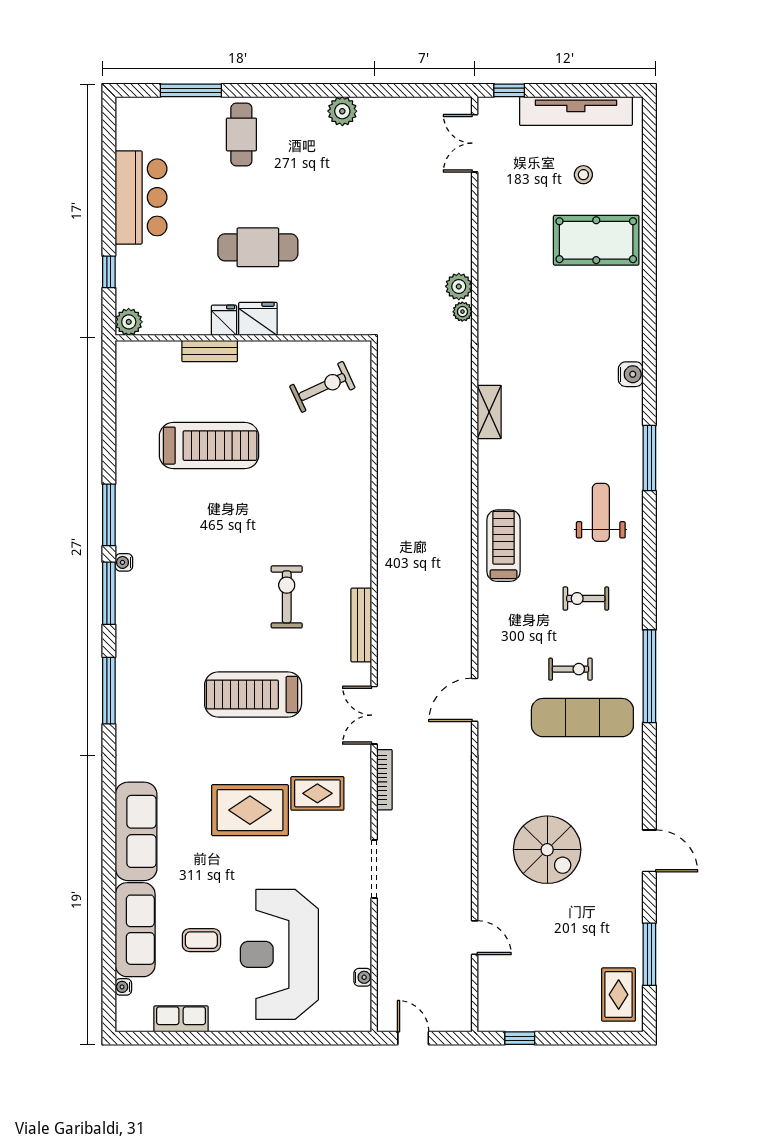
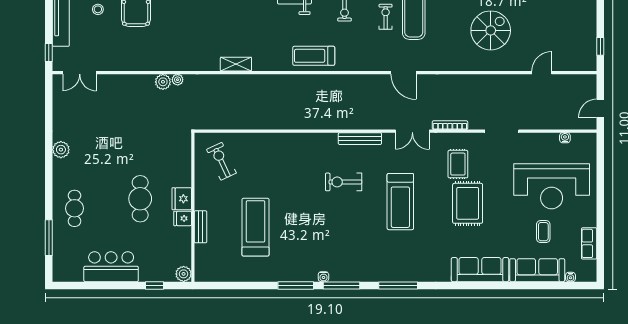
cafe table: (241, 135) -> (74, 208), turned 90

